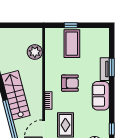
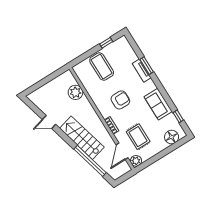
window: (71, 25) -> (106, 43), moved
sofa: (101, 96) -> (158, 104), moved

